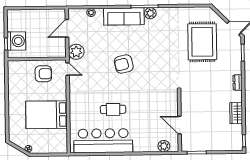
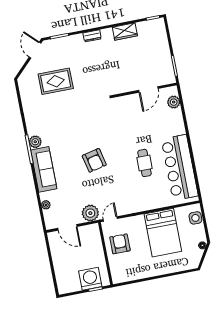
rug: (202, 42) -> (56, 81), width x0.73, depth x0.69
side table: (55, 147) -> (195, 218), added

